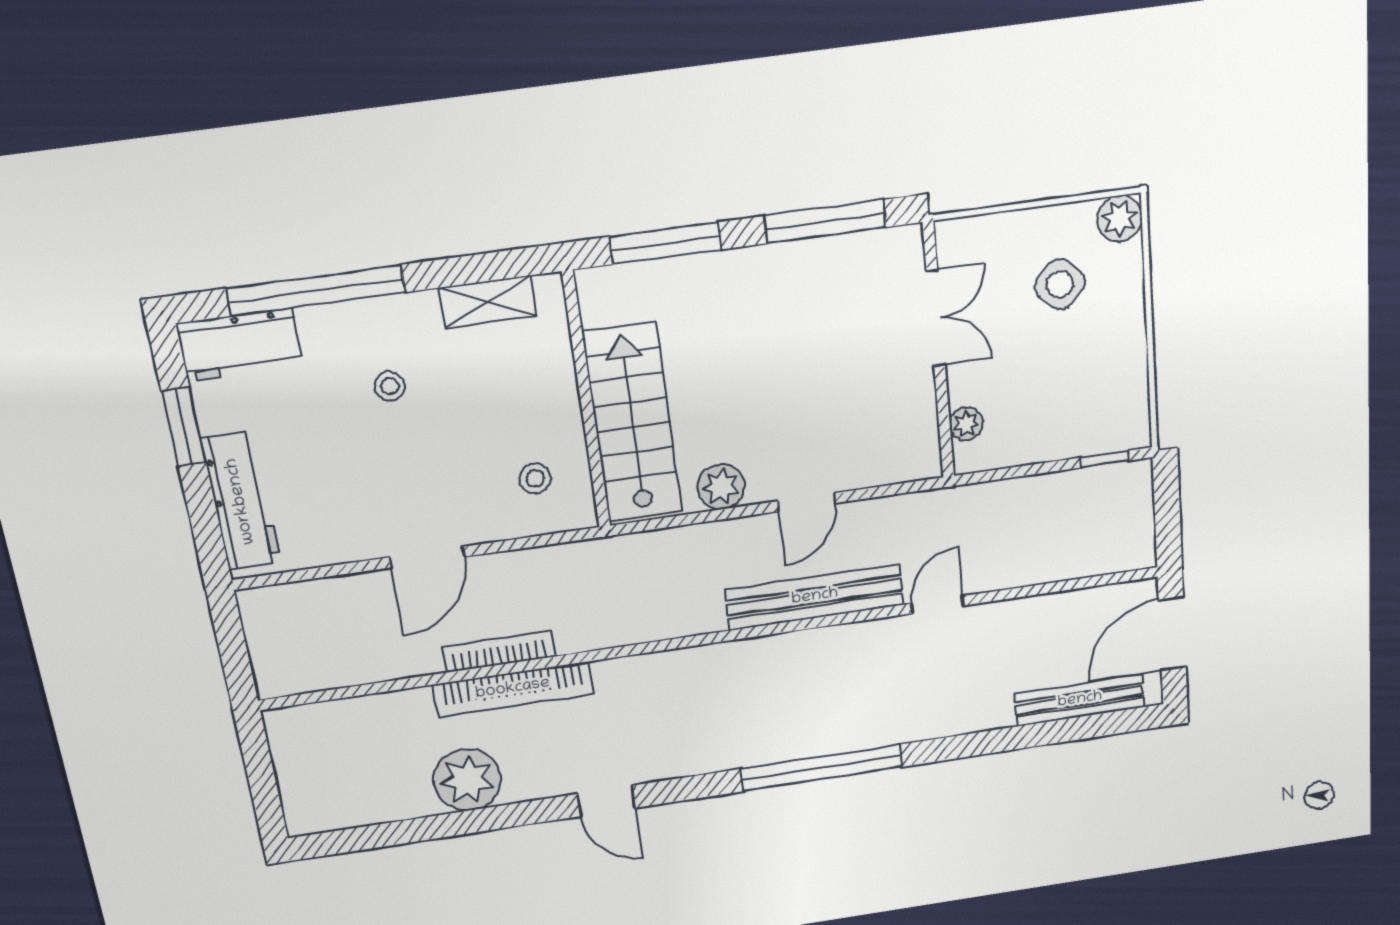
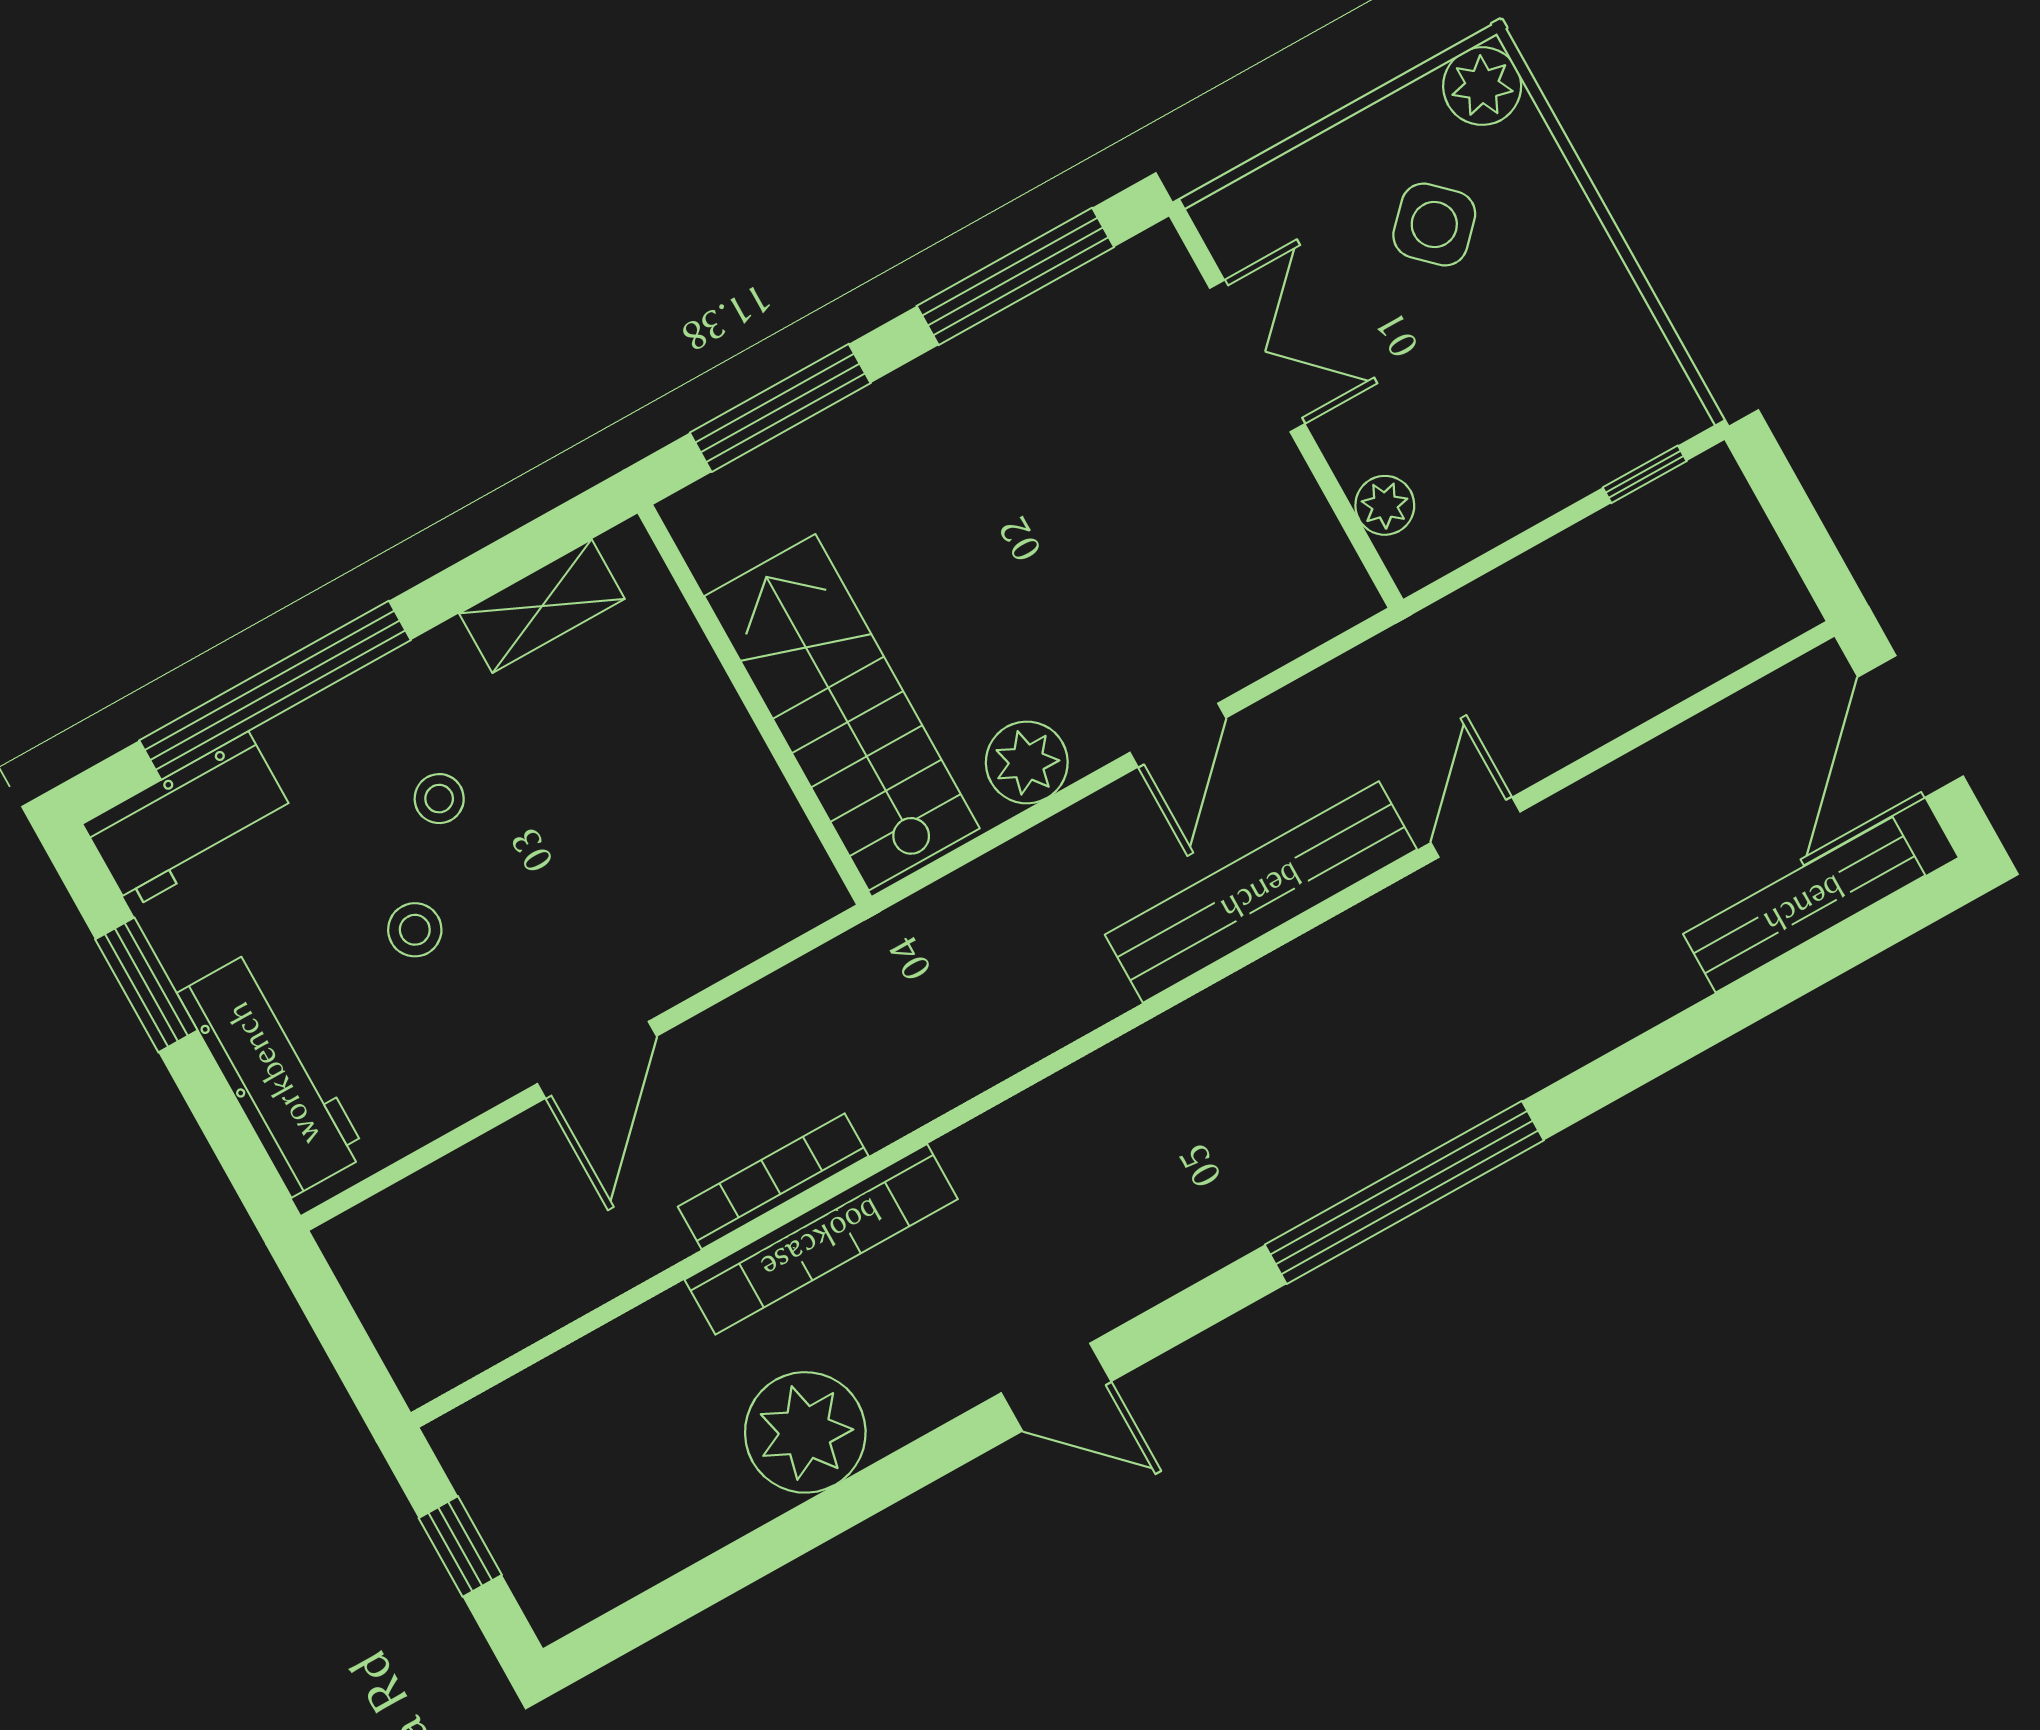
stool: (535, 479) -> (415, 930), moved
window: (261, 776) -> (460, 1546), added

